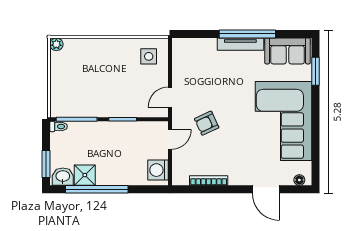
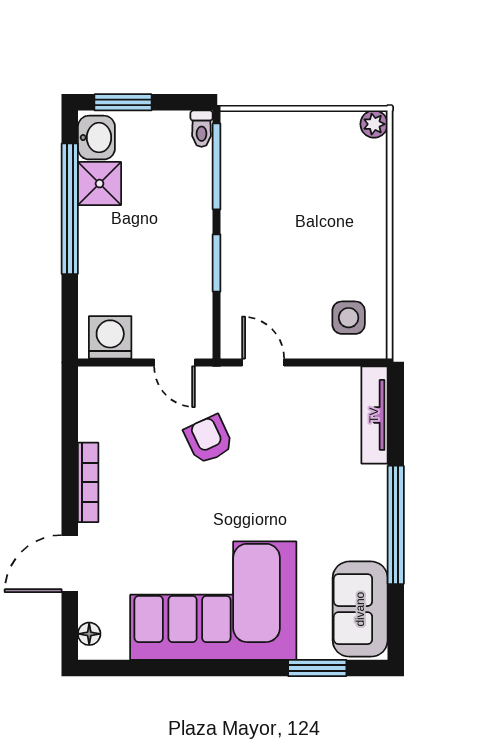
tv unit: (240, 44) -> (374, 415), moved
bookcase: (209, 181) -> (88, 482), moved

